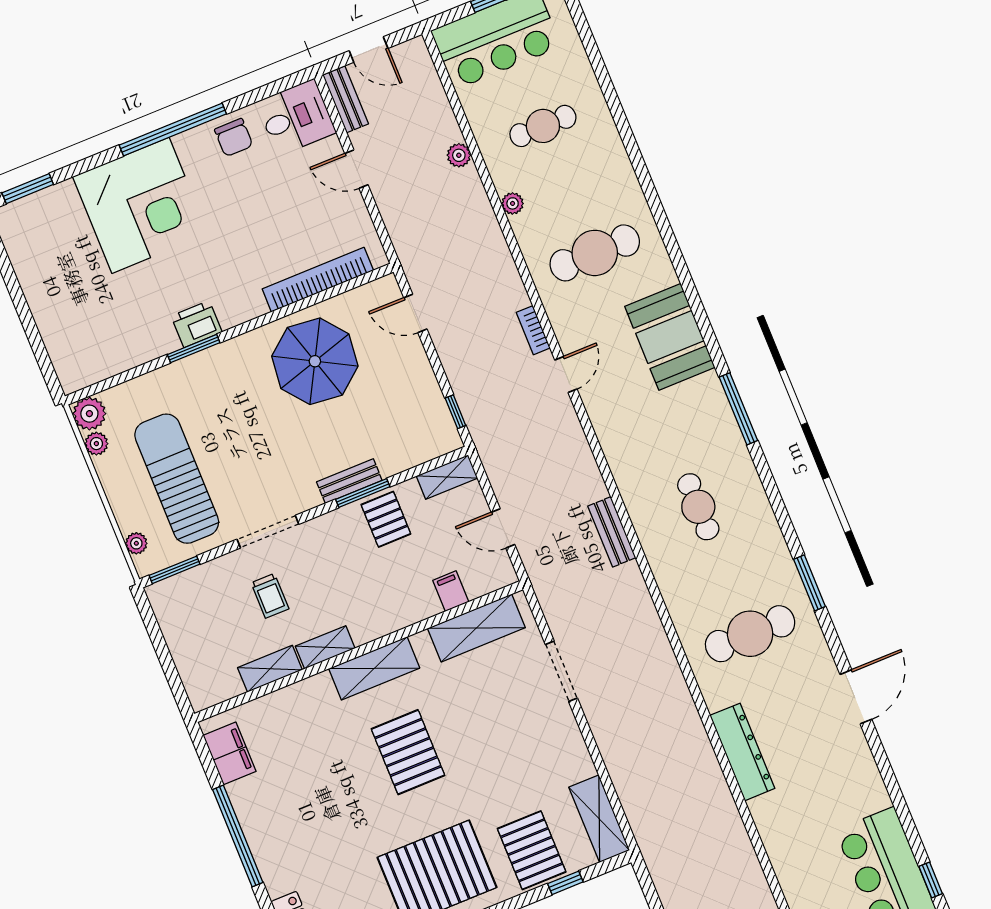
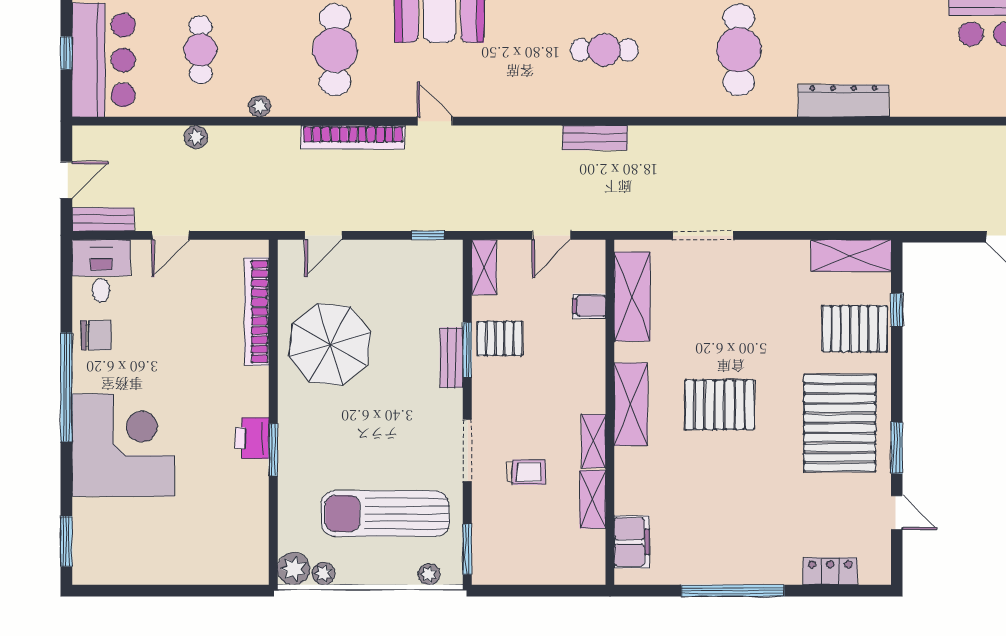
bookcase: (533, 330) -> (353, 137), width x2.31, depth x1.31
filing cabinet: (230, 753) -> (632, 542), moved, turned 90

